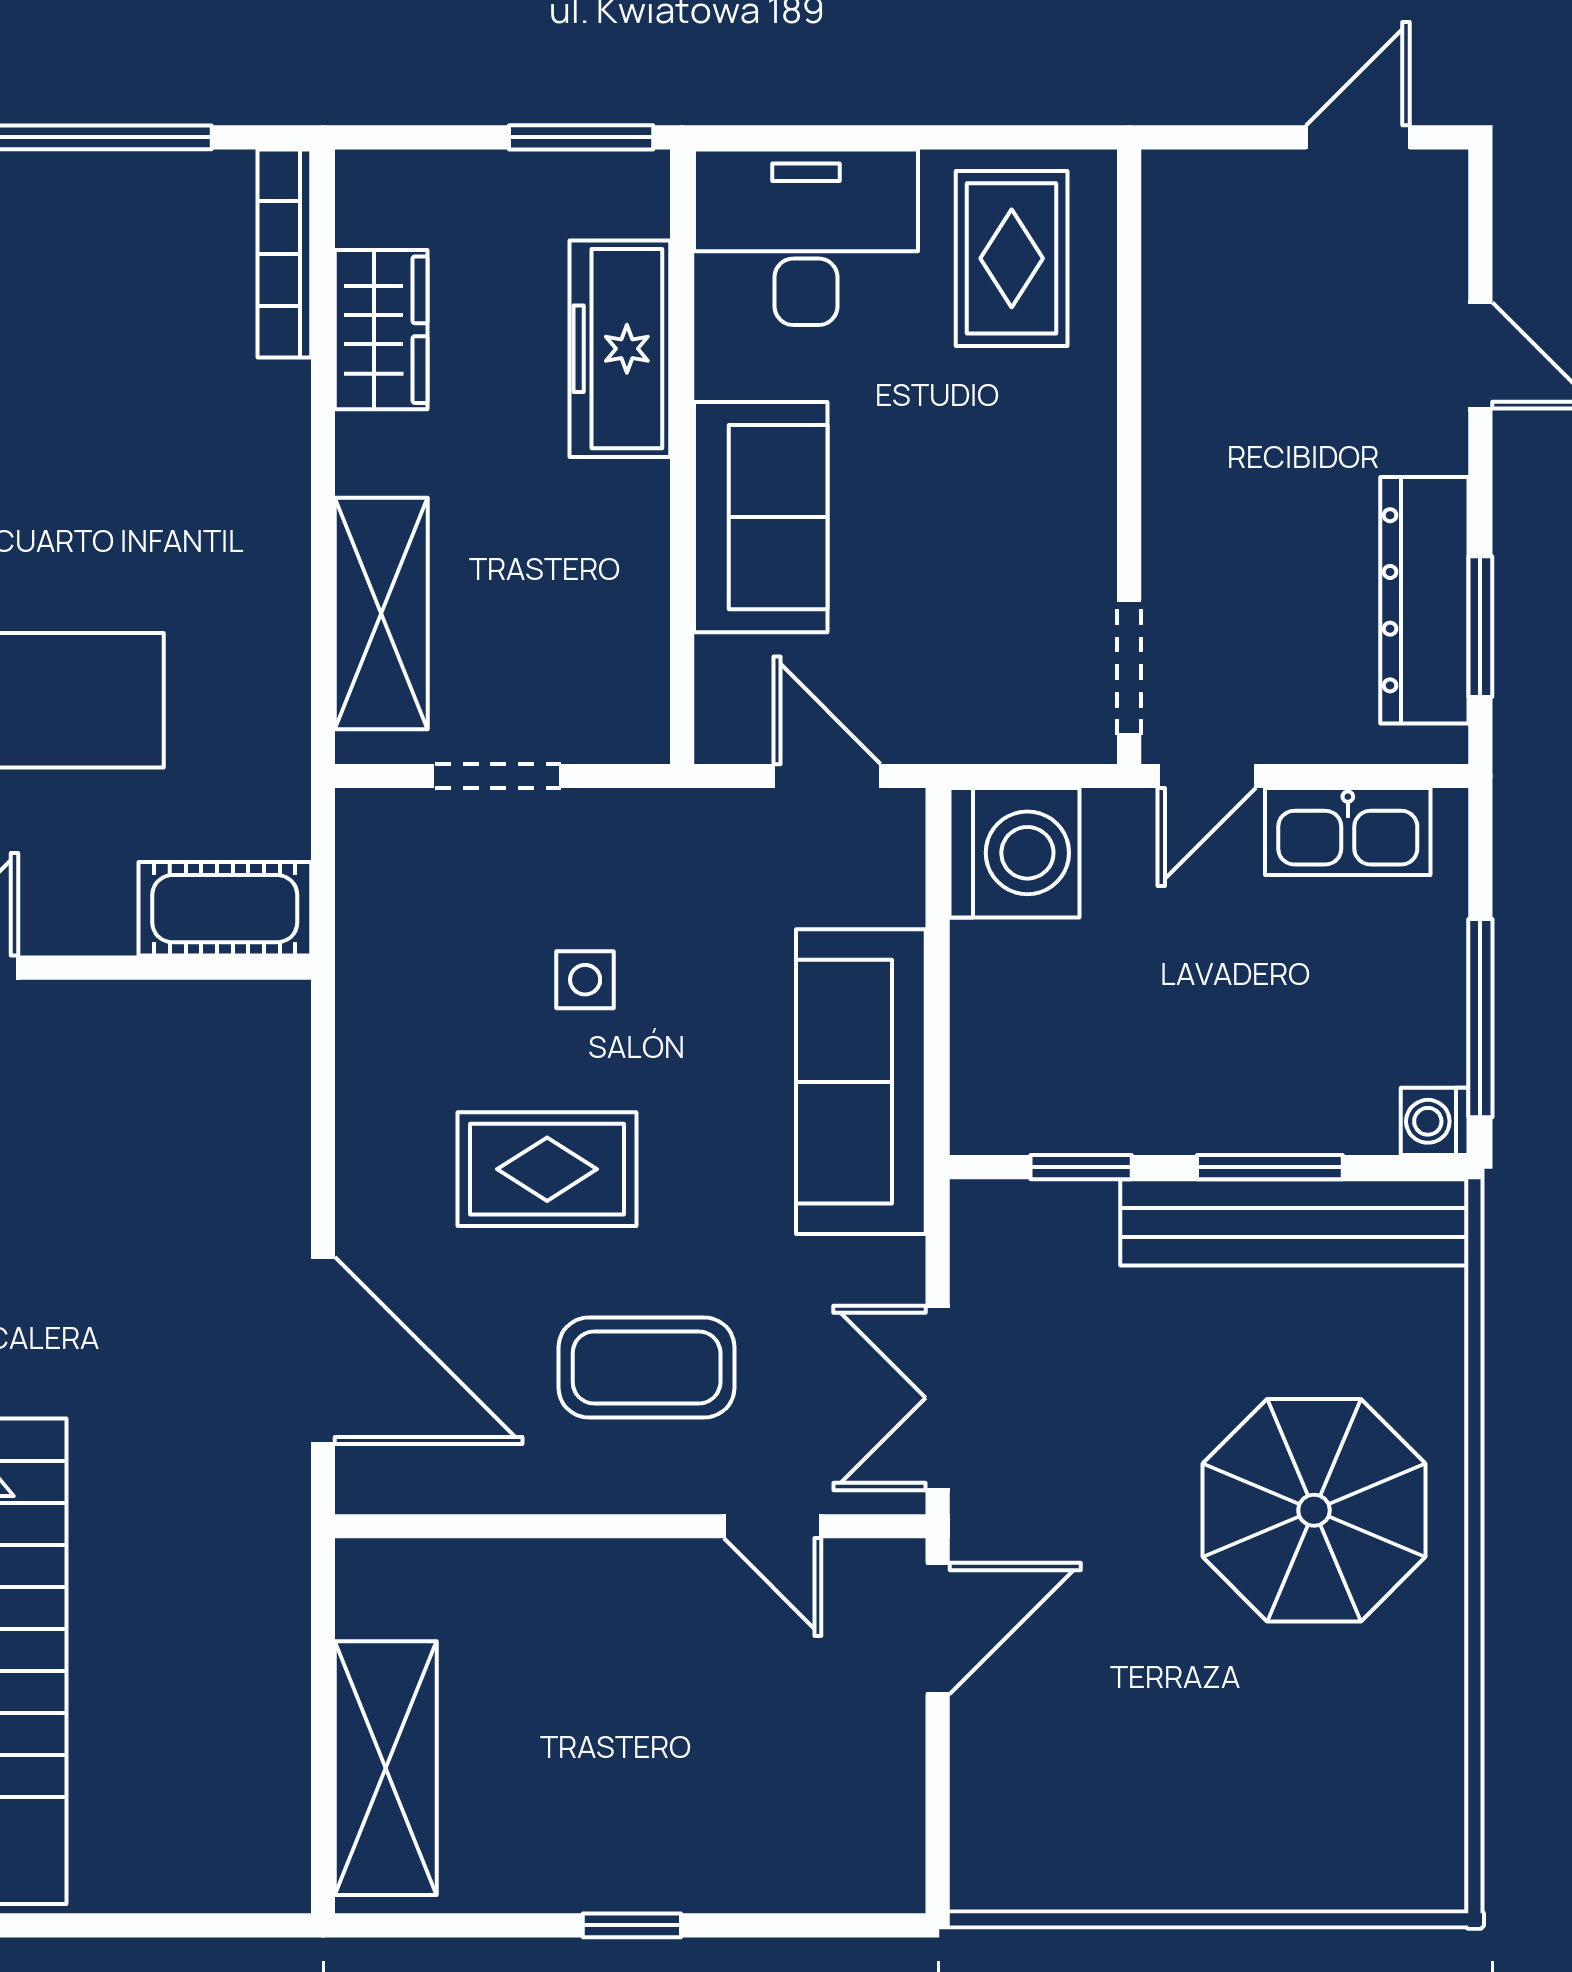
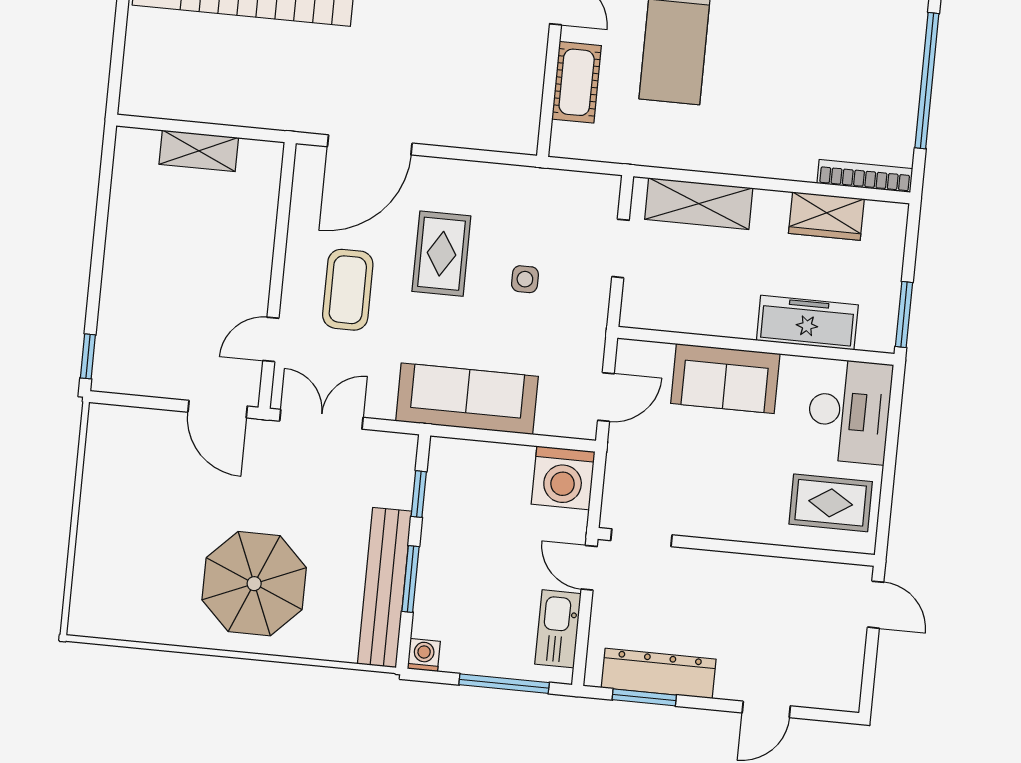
door: (1358, 137) -> (876, 605), moved
cot: (225, 909) -> (577, 82), moved
window: (1480, 1018) -> (504, 684), moved
shelving: (386, 1768) -> (199, 151), width x0.67, depth x0.75
window: (632, 1925) -> (88, 356), moved

